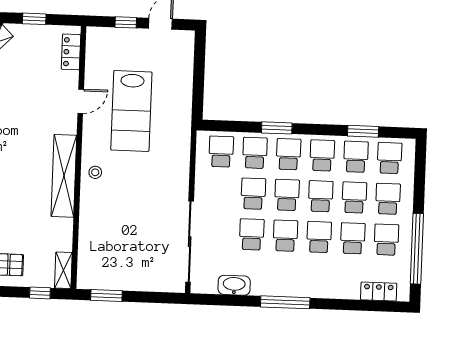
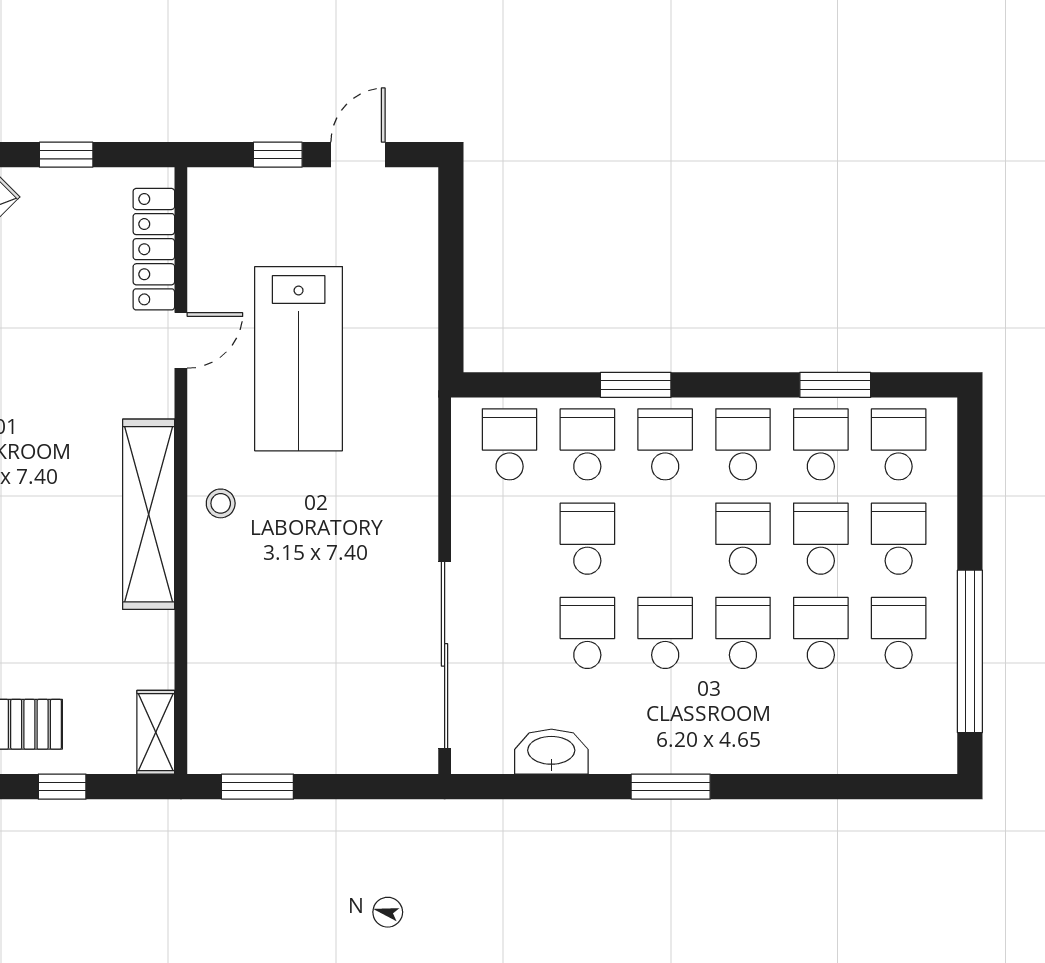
locker: (71, 52) -> (154, 249), width x1.53
school desk: (287, 195) -> (665, 539), removed
locker: (379, 292) -> (885, 753), removed
window: (40, 293) -> (62, 787), moved
window: (285, 302) -> (671, 787), width x0.69

